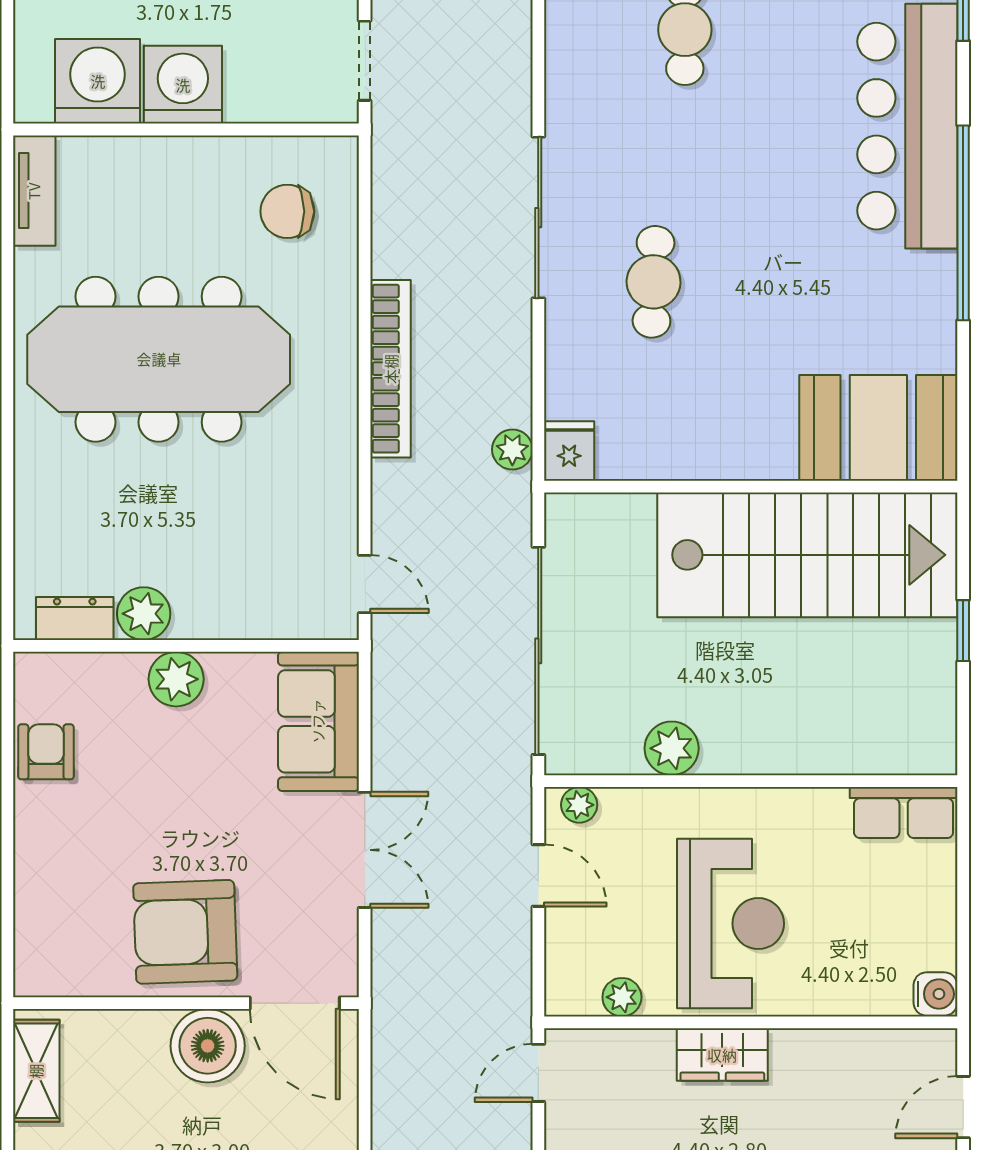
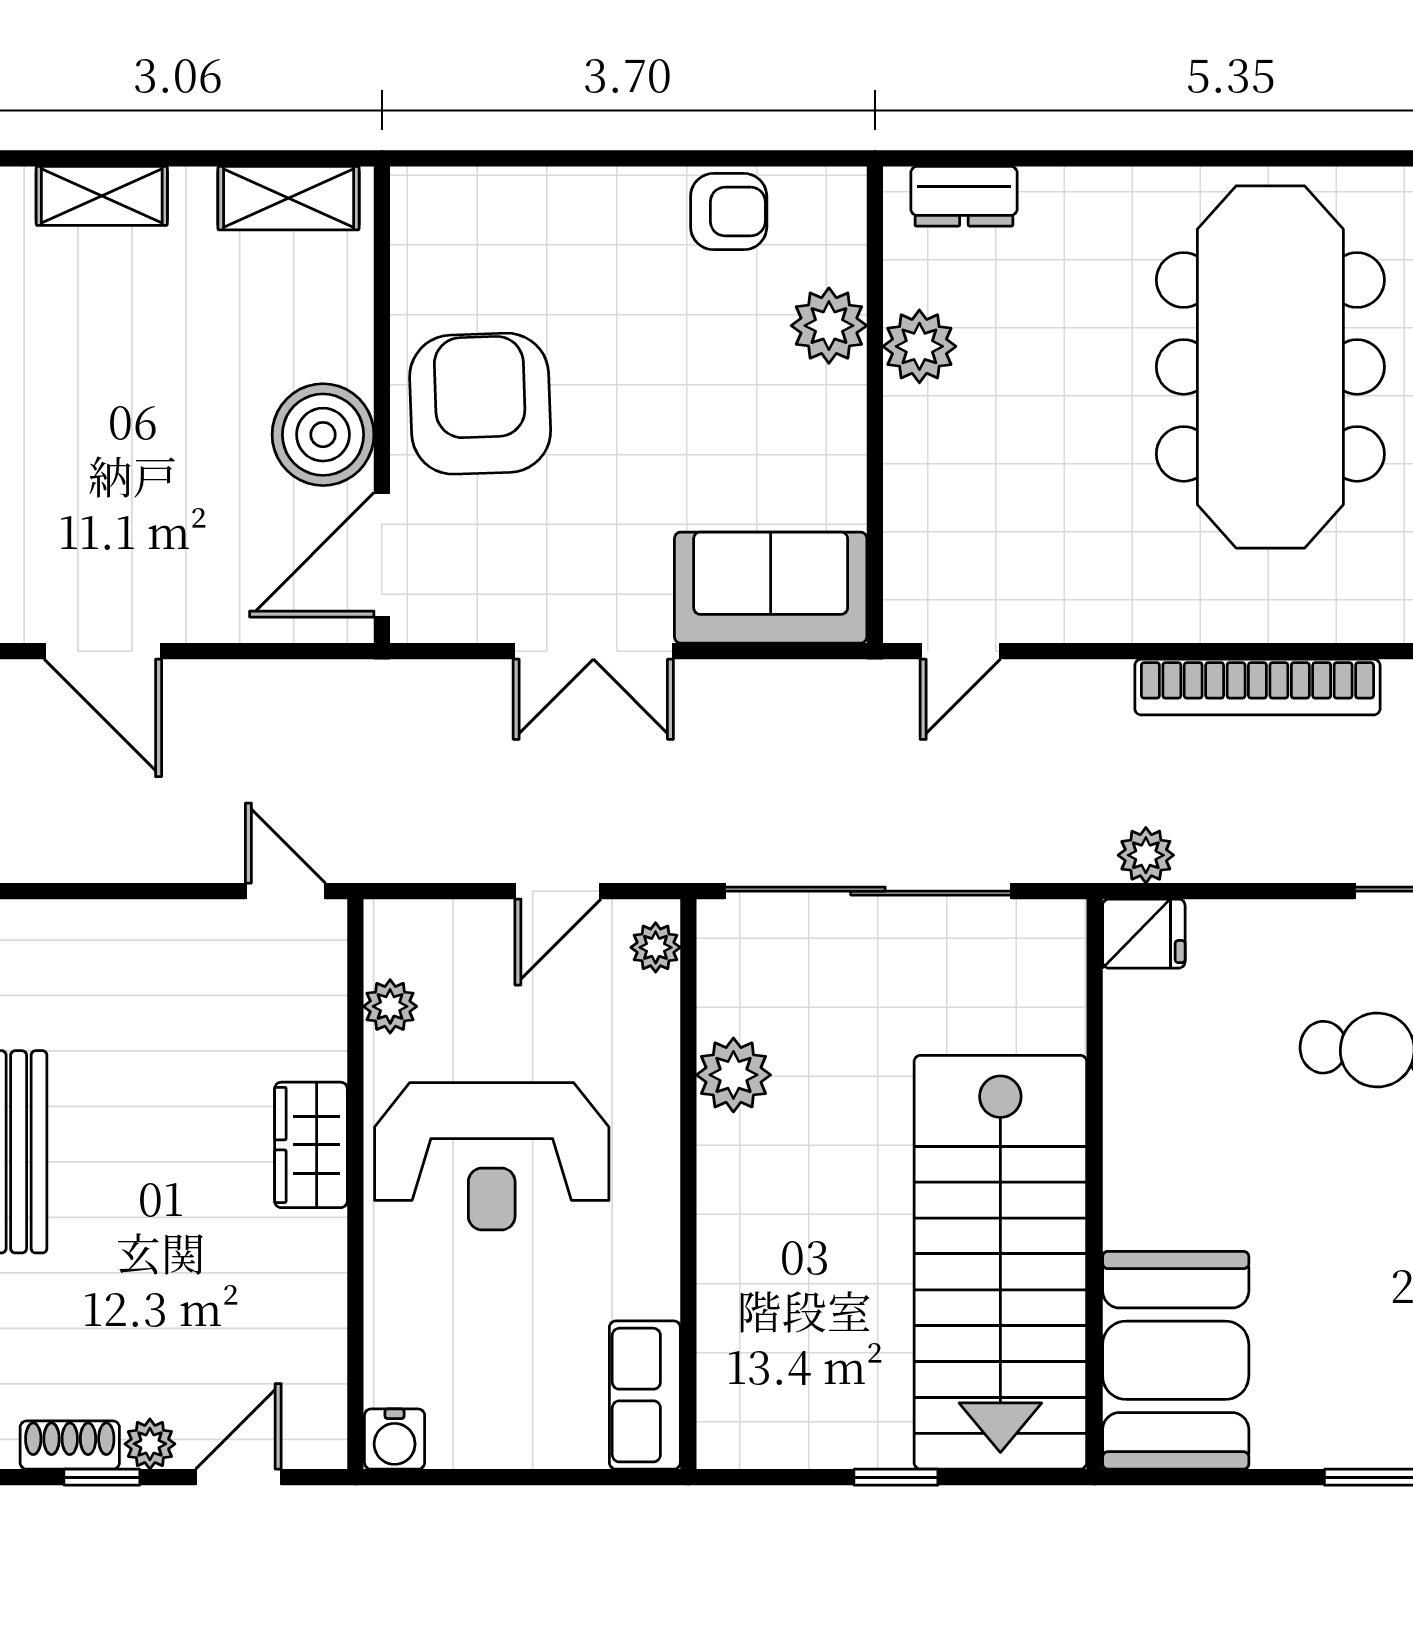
dresser: (75, 618) -> (964, 196), moved, turned 90
plant: (176, 679) -> (829, 326), moved
door: (963, 1107) -> (238, 1477), hinge flipped

